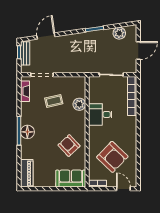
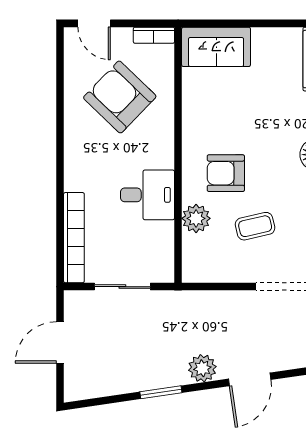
plant: (119, 33) -> (202, 368), moved
door: (46, 36) -> (250, 379), moved
armchair: (69, 145) -> (226, 173), moved, turned 133

